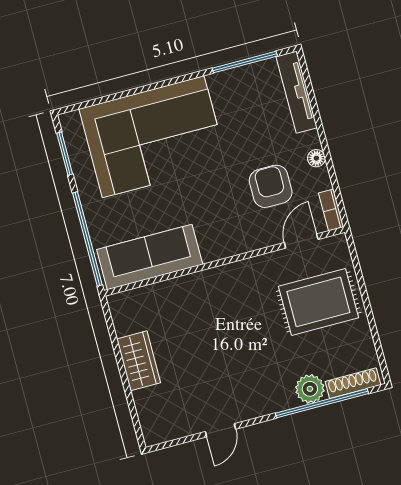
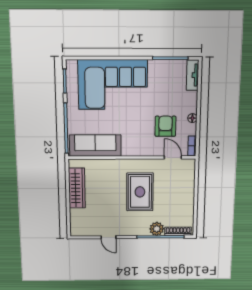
tv unit: (297, 92) -> (193, 75), width x0.71
door: (301, 241) -> (173, 157), hinge flipped
rug: (318, 302) -> (140, 192), moved, turned 90
wardrobe: (139, 361) -> (77, 188), width x1.50
door: (221, 430) -> (109, 237), hinge flipped

